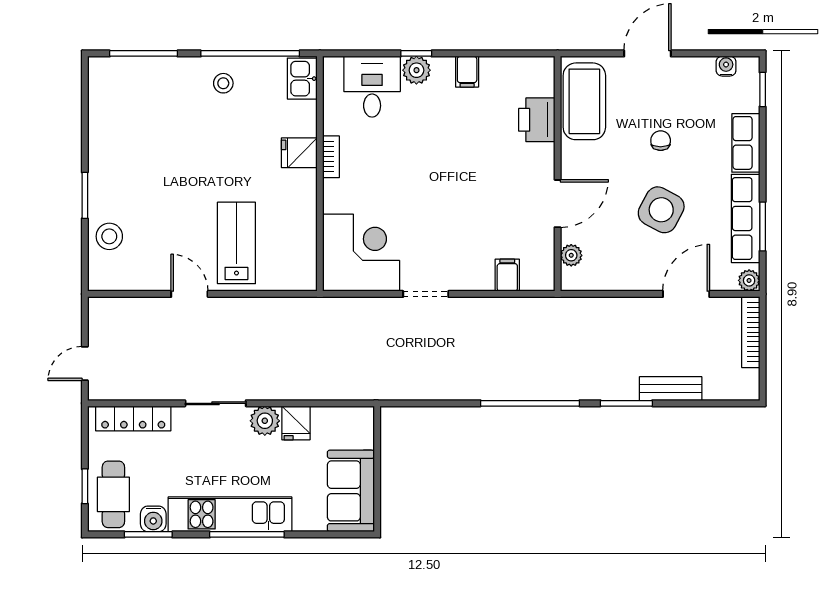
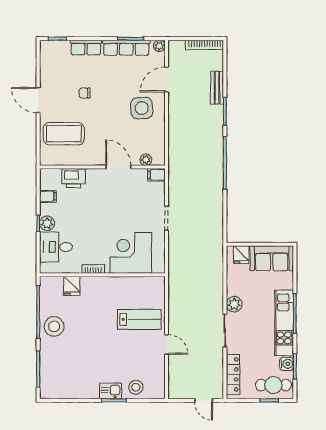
water cooler: (726, 66) -> (45, 58), removed
kitchen sink: (302, 79) -> (111, 391), moved, turned 180
stool: (223, 83) -> (54, 326), width x1.89, depth x1.89
printer: (537, 120) -> (74, 178), moved
fridge: (299, 153) -> (72, 286), moved
wall: (558, 174) -> (102, 167), moved
door: (558, 204) -> (118, 167), moved
side table: (661, 210) -> (142, 108), moved, turned -32
lab bench: (236, 243) -> (139, 319), turned 180
corner desk: (361, 253) -> (131, 253), moved
plant: (571, 255) -> (146, 160), moved
door: (189, 294) -> (167, 344), swing flipped
door: (686, 294) -> (167, 79), hinge flipped
bookcase: (751, 332) -> (204, 45), moved
fridge: (296, 423) -> (241, 255), moved, turned 90

